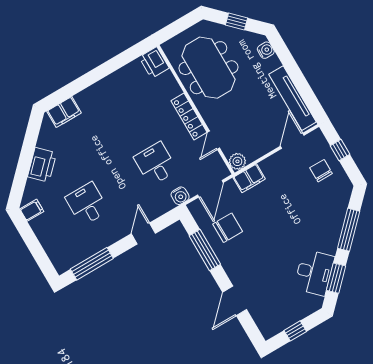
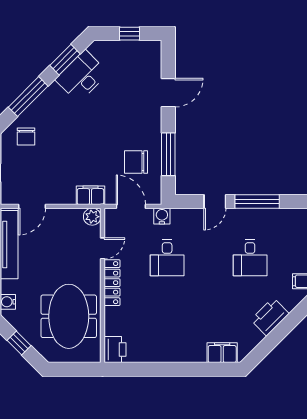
chair: (321, 171) -> (26, 136), moved
door: (210, 189) -> (131, 206), hinge flipped
window: (92, 264) -> (257, 201), moved

